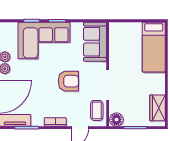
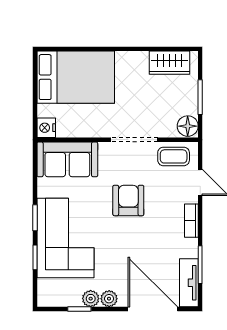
nightstand: (115, 28) -> (46, 128), added
bed: (154, 47) -> (76, 77), width x1.50

